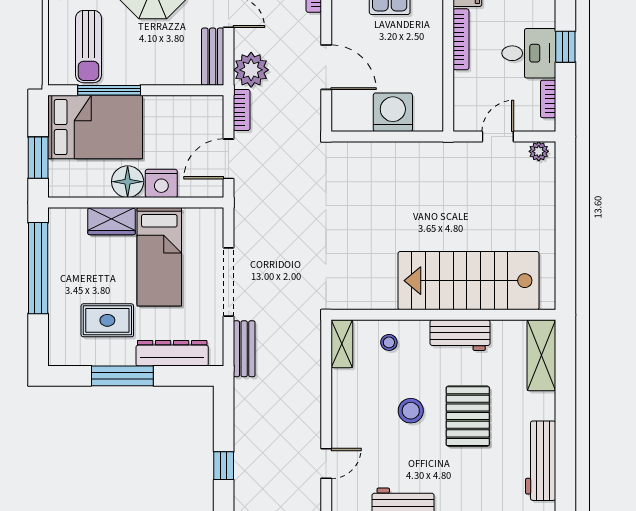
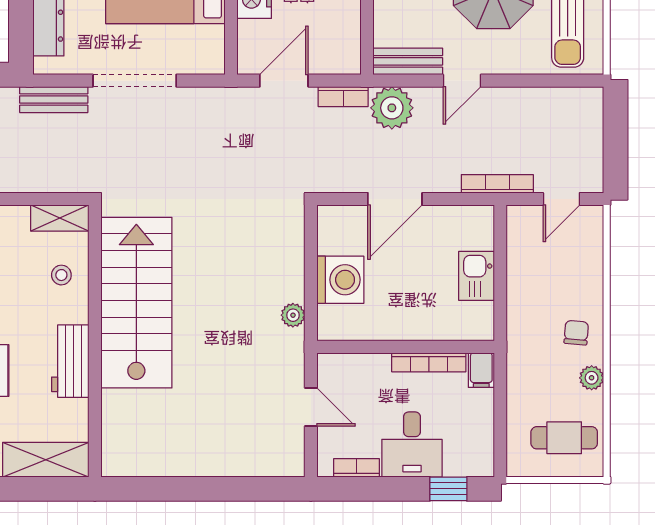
window: (565, 47) -> (448, 489), moved
plant: (539, 151) -> (293, 315), moved
door: (229, 159) -> (284, 81), hinge flipped
stairs: (468, 281) -> (136, 303), moved

